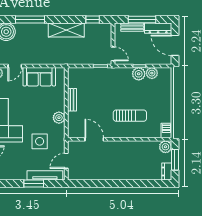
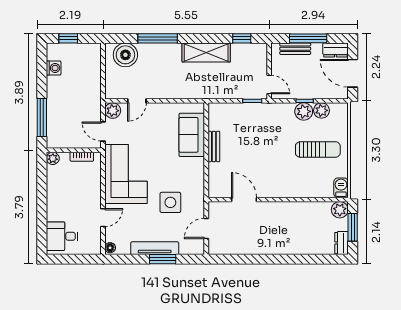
dresser: (158, 28) -> (335, 50), width x0.70
sofa: (39, 77) -> (192, 135), moved, turned 90
sun lounger: (130, 116) -> (318, 149), moved
plant: (59, 118) -> (196, 170), removed
tv unit: (45, 175) -> (155, 248), moved

